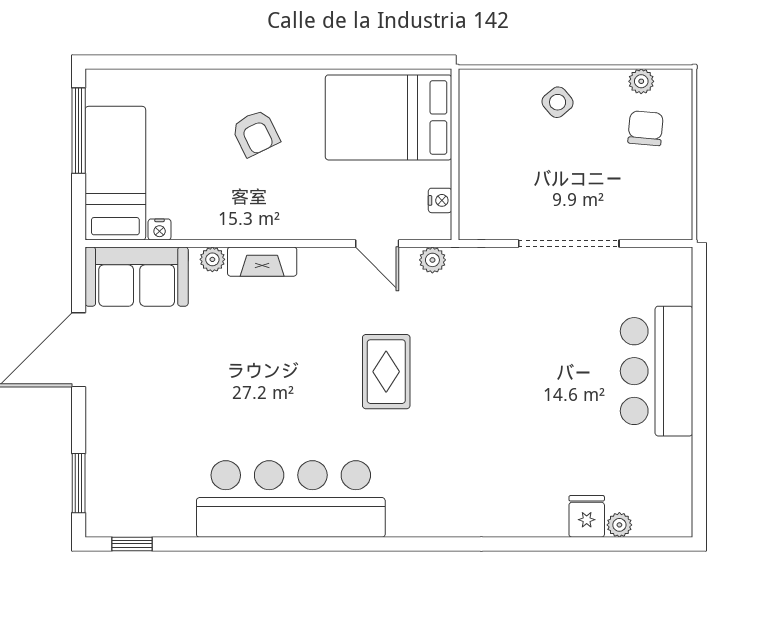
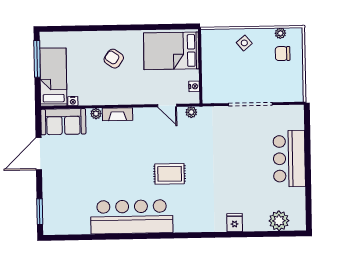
chair: (646, 128) -> (283, 54), turned -95
armchair: (256, 133) -> (114, 59), turned 151
rug: (386, 372) -> (170, 174), moved, turned 90
fridge: (587, 516) -> (235, 223), moved
plant: (619, 525) -> (279, 221), width x1.87, depth x1.87
window: (132, 544) -> (63, 237), removed

